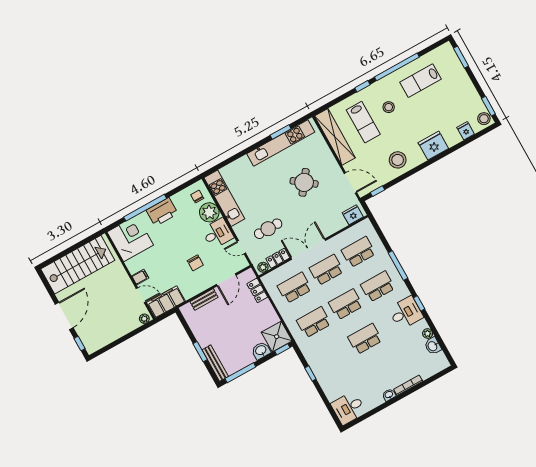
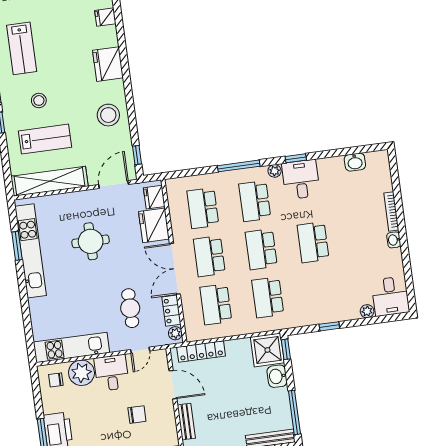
round table: (304, 182) -> (91, 241), turned -37
fridge: (333, 222) -> (154, 225), added
locker: (257, 290) -> (201, 352), width x1.53
plant: (428, 334) -> (275, 171), moved
plant: (331, 396) -> (367, 311), added

